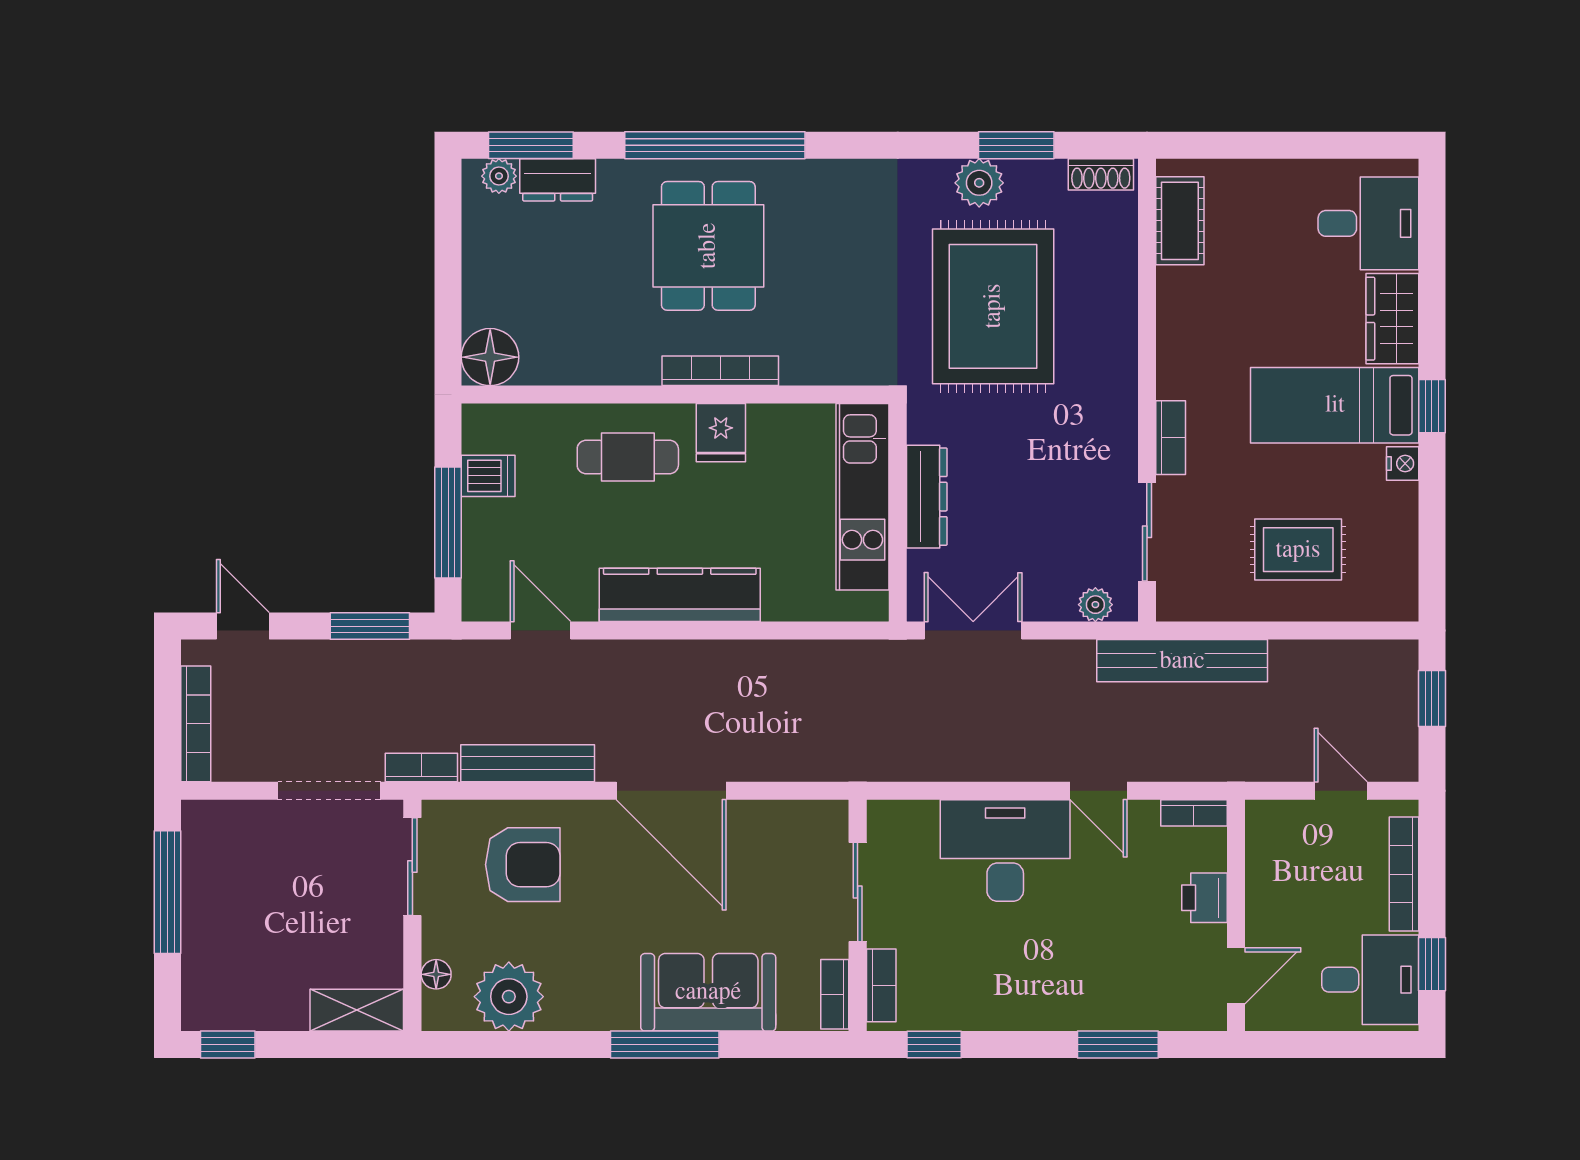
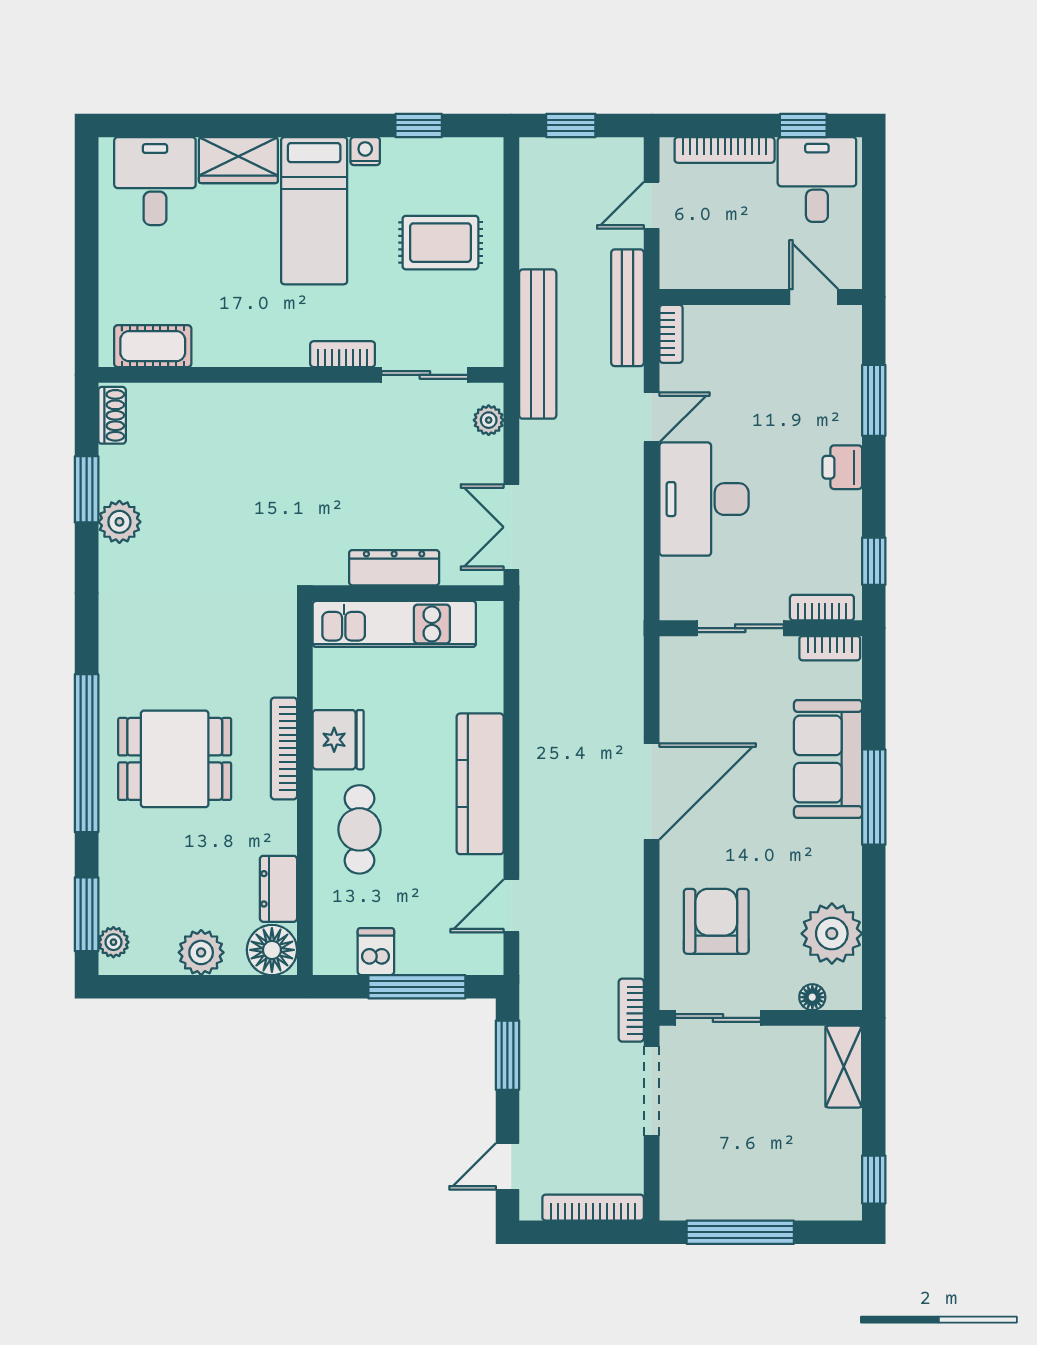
dresser: (558, 180) -> (278, 889), moved, turned 180
plant: (487, 276) -> (201, 952), added
rug: (993, 306) -> (228, 510), removed
window: (1432, 406) -> (419, 125), moved
fridge: (721, 433) -> (338, 740), width x1.38
rug: (1298, 550) -> (440, 243), turned 90
bench: (528, 763) -> (628, 308), moved
printer: (1205, 898) -> (842, 467), moved, turned 90

